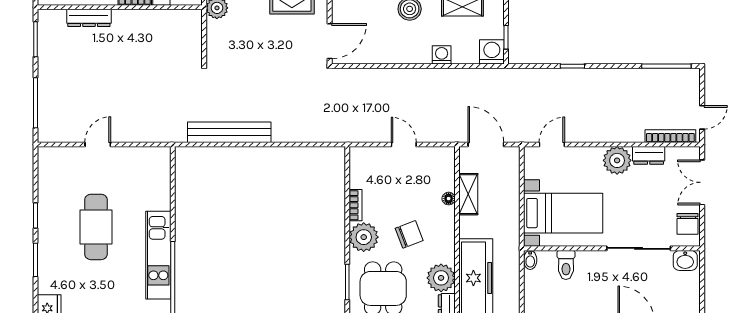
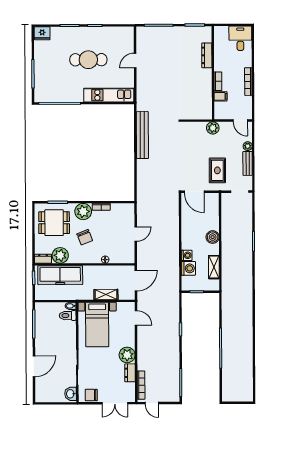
washing machine: (492, 52) -> (188, 268), moved
door: (98, 144) -> (135, 61), swing flipped
double door: (702, 182) -> (115, 403), swing flipped
shelving: (468, 194) -> (106, 295), moved
kitchen unit: (158, 255) -> (109, 95), moved
toilet: (566, 265) -> (68, 316), moved

